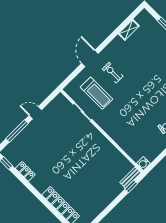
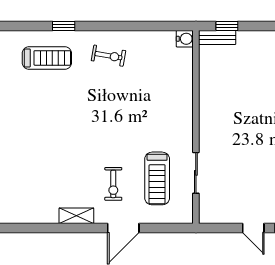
shelving: (129, 30) -> (76, 216), moved
treadmill: (96, 93) -> (157, 178), turned 180

